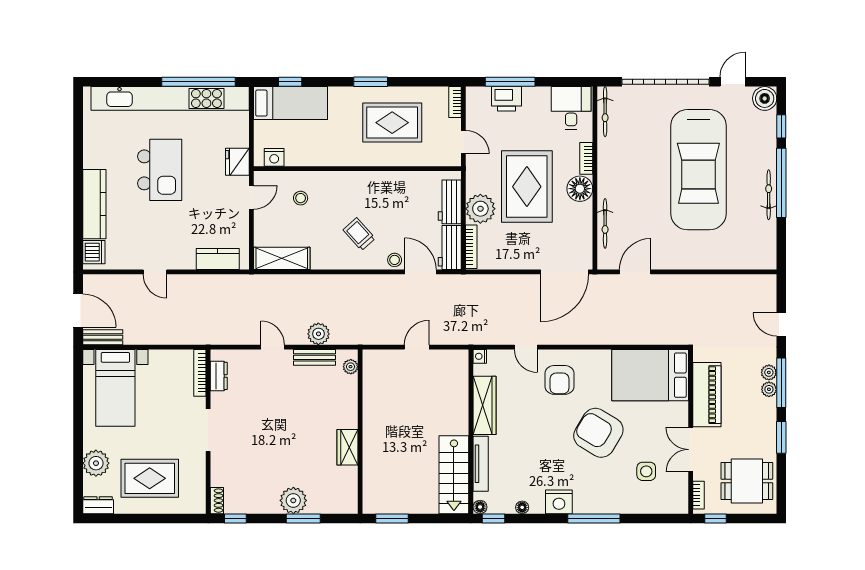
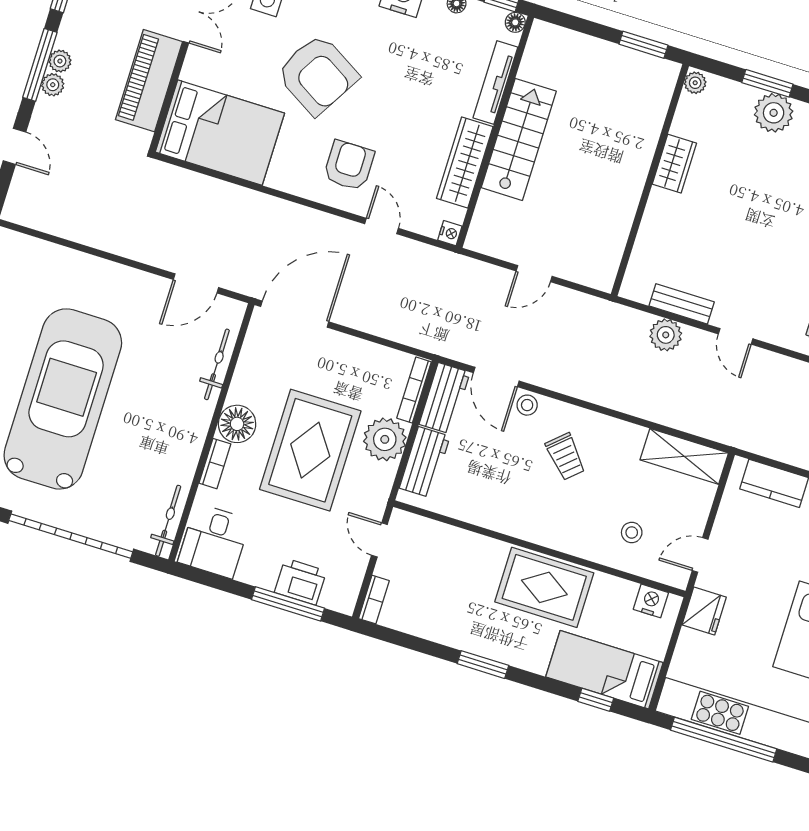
rug: (392, 123) -> (544, 587), moved
plant: (351, 367) -> (695, 83), moved
stairs: (454, 475) -> (519, 139), moved

